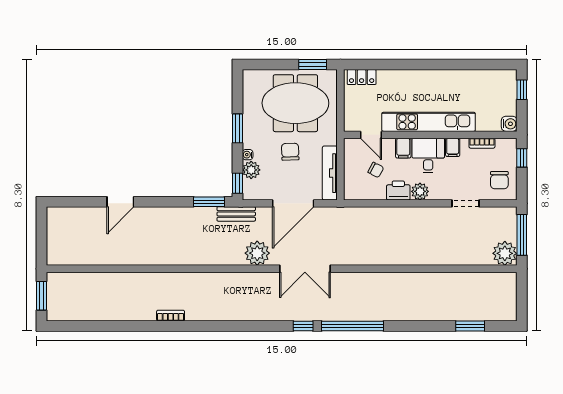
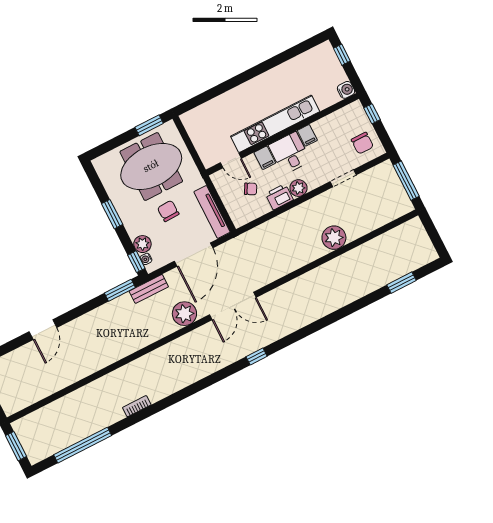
locker: (362, 77) -> (197, 115), removed
bookcase: (482, 143) -> (331, 119), removed
water cooler: (248, 155) -> (146, 259), moved
plant: (505, 253) -> (334, 238), moved
window: (353, 326) -> (83, 445), moved

